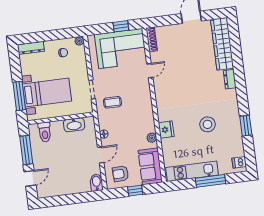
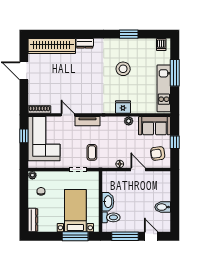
tv unit: (146, 93) -> (87, 121), added
washbasin: (74, 125) -> (108, 202), moved
armchair: (121, 174) -> (158, 153), turned 84
bidet: (96, 182) -> (163, 207), moved

